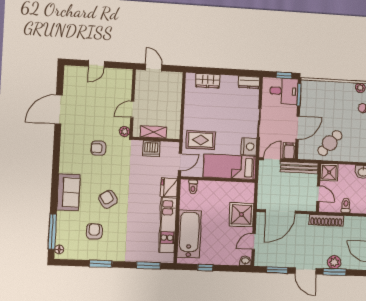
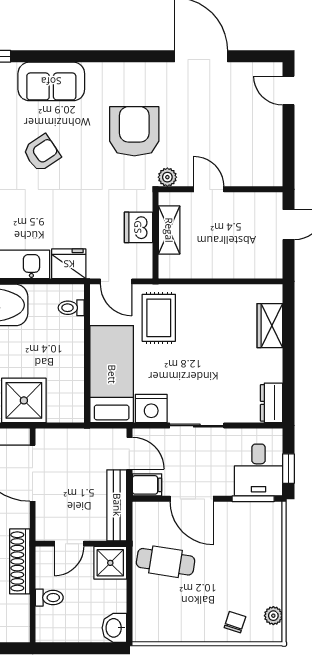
door: (96, 64) -> (288, 91), moved
cafe table: (330, 143) -> (166, 562), turned -32
armchair: (98, 148) -> (134, 131), width x1.88, depth x1.88

